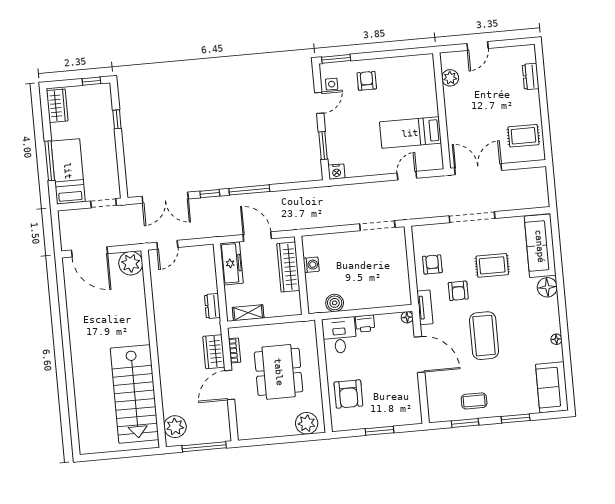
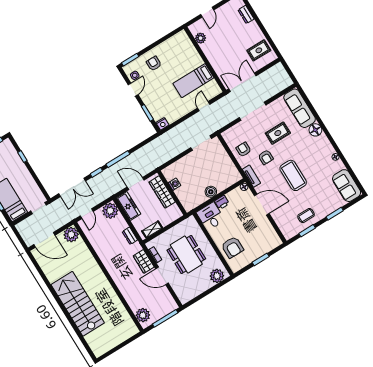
plant: (202, 257) -> (110, 211), added
boiler: (335, 303) -> (211, 192), moved
door: (230, 385) -> (162, 276), hinge flipped
stairs: (135, 394) -> (78, 304), moved, turned 180

